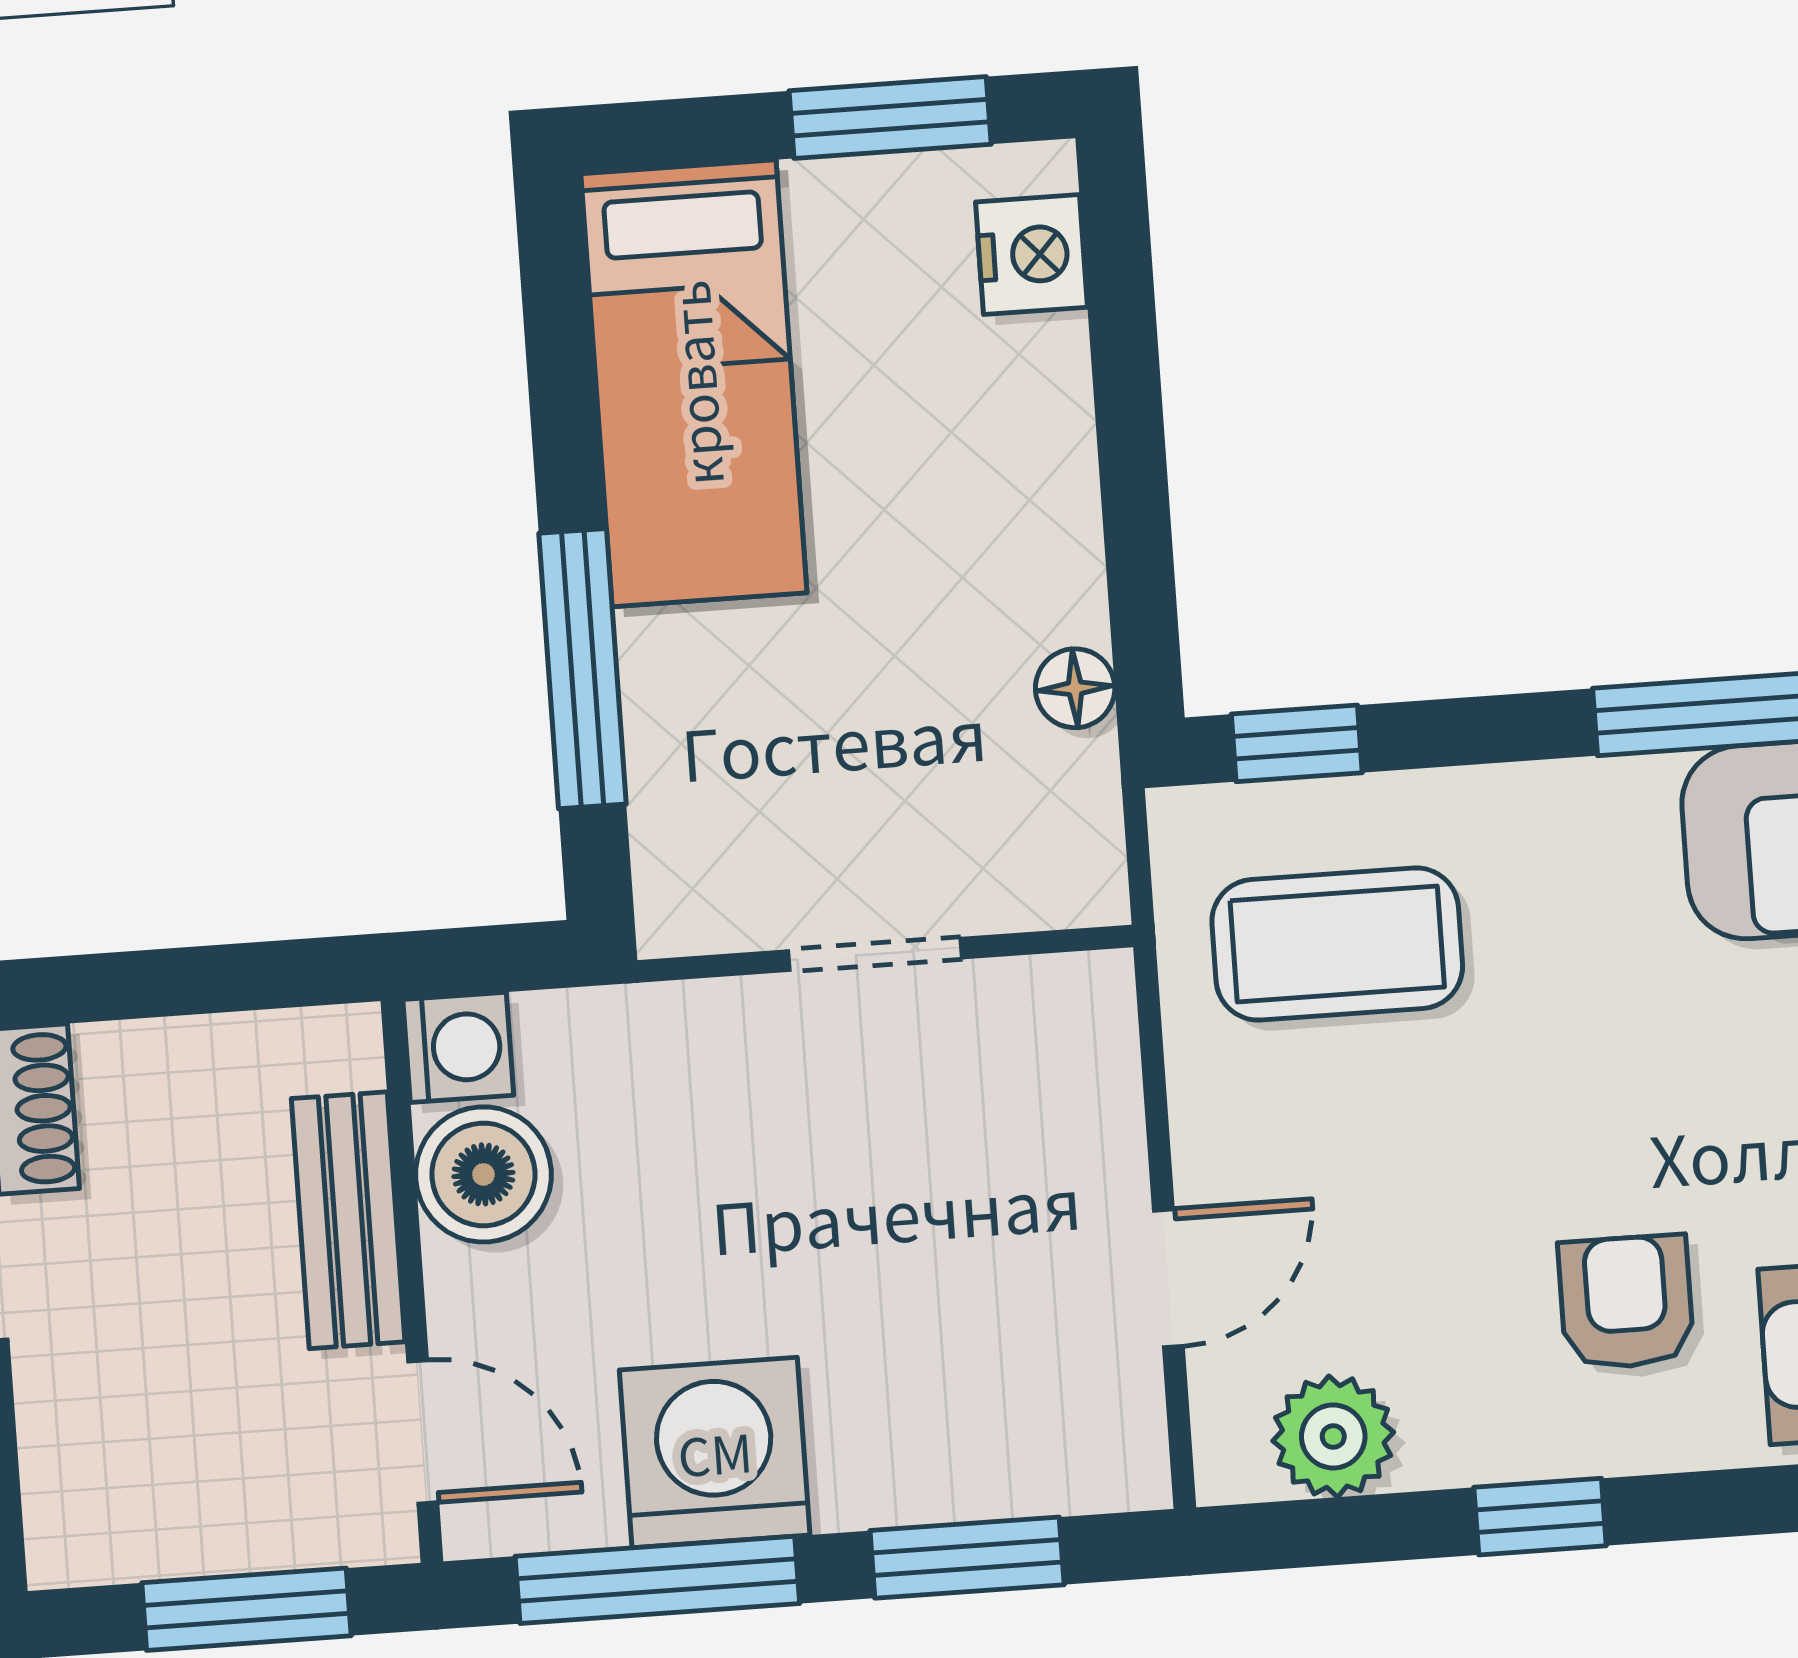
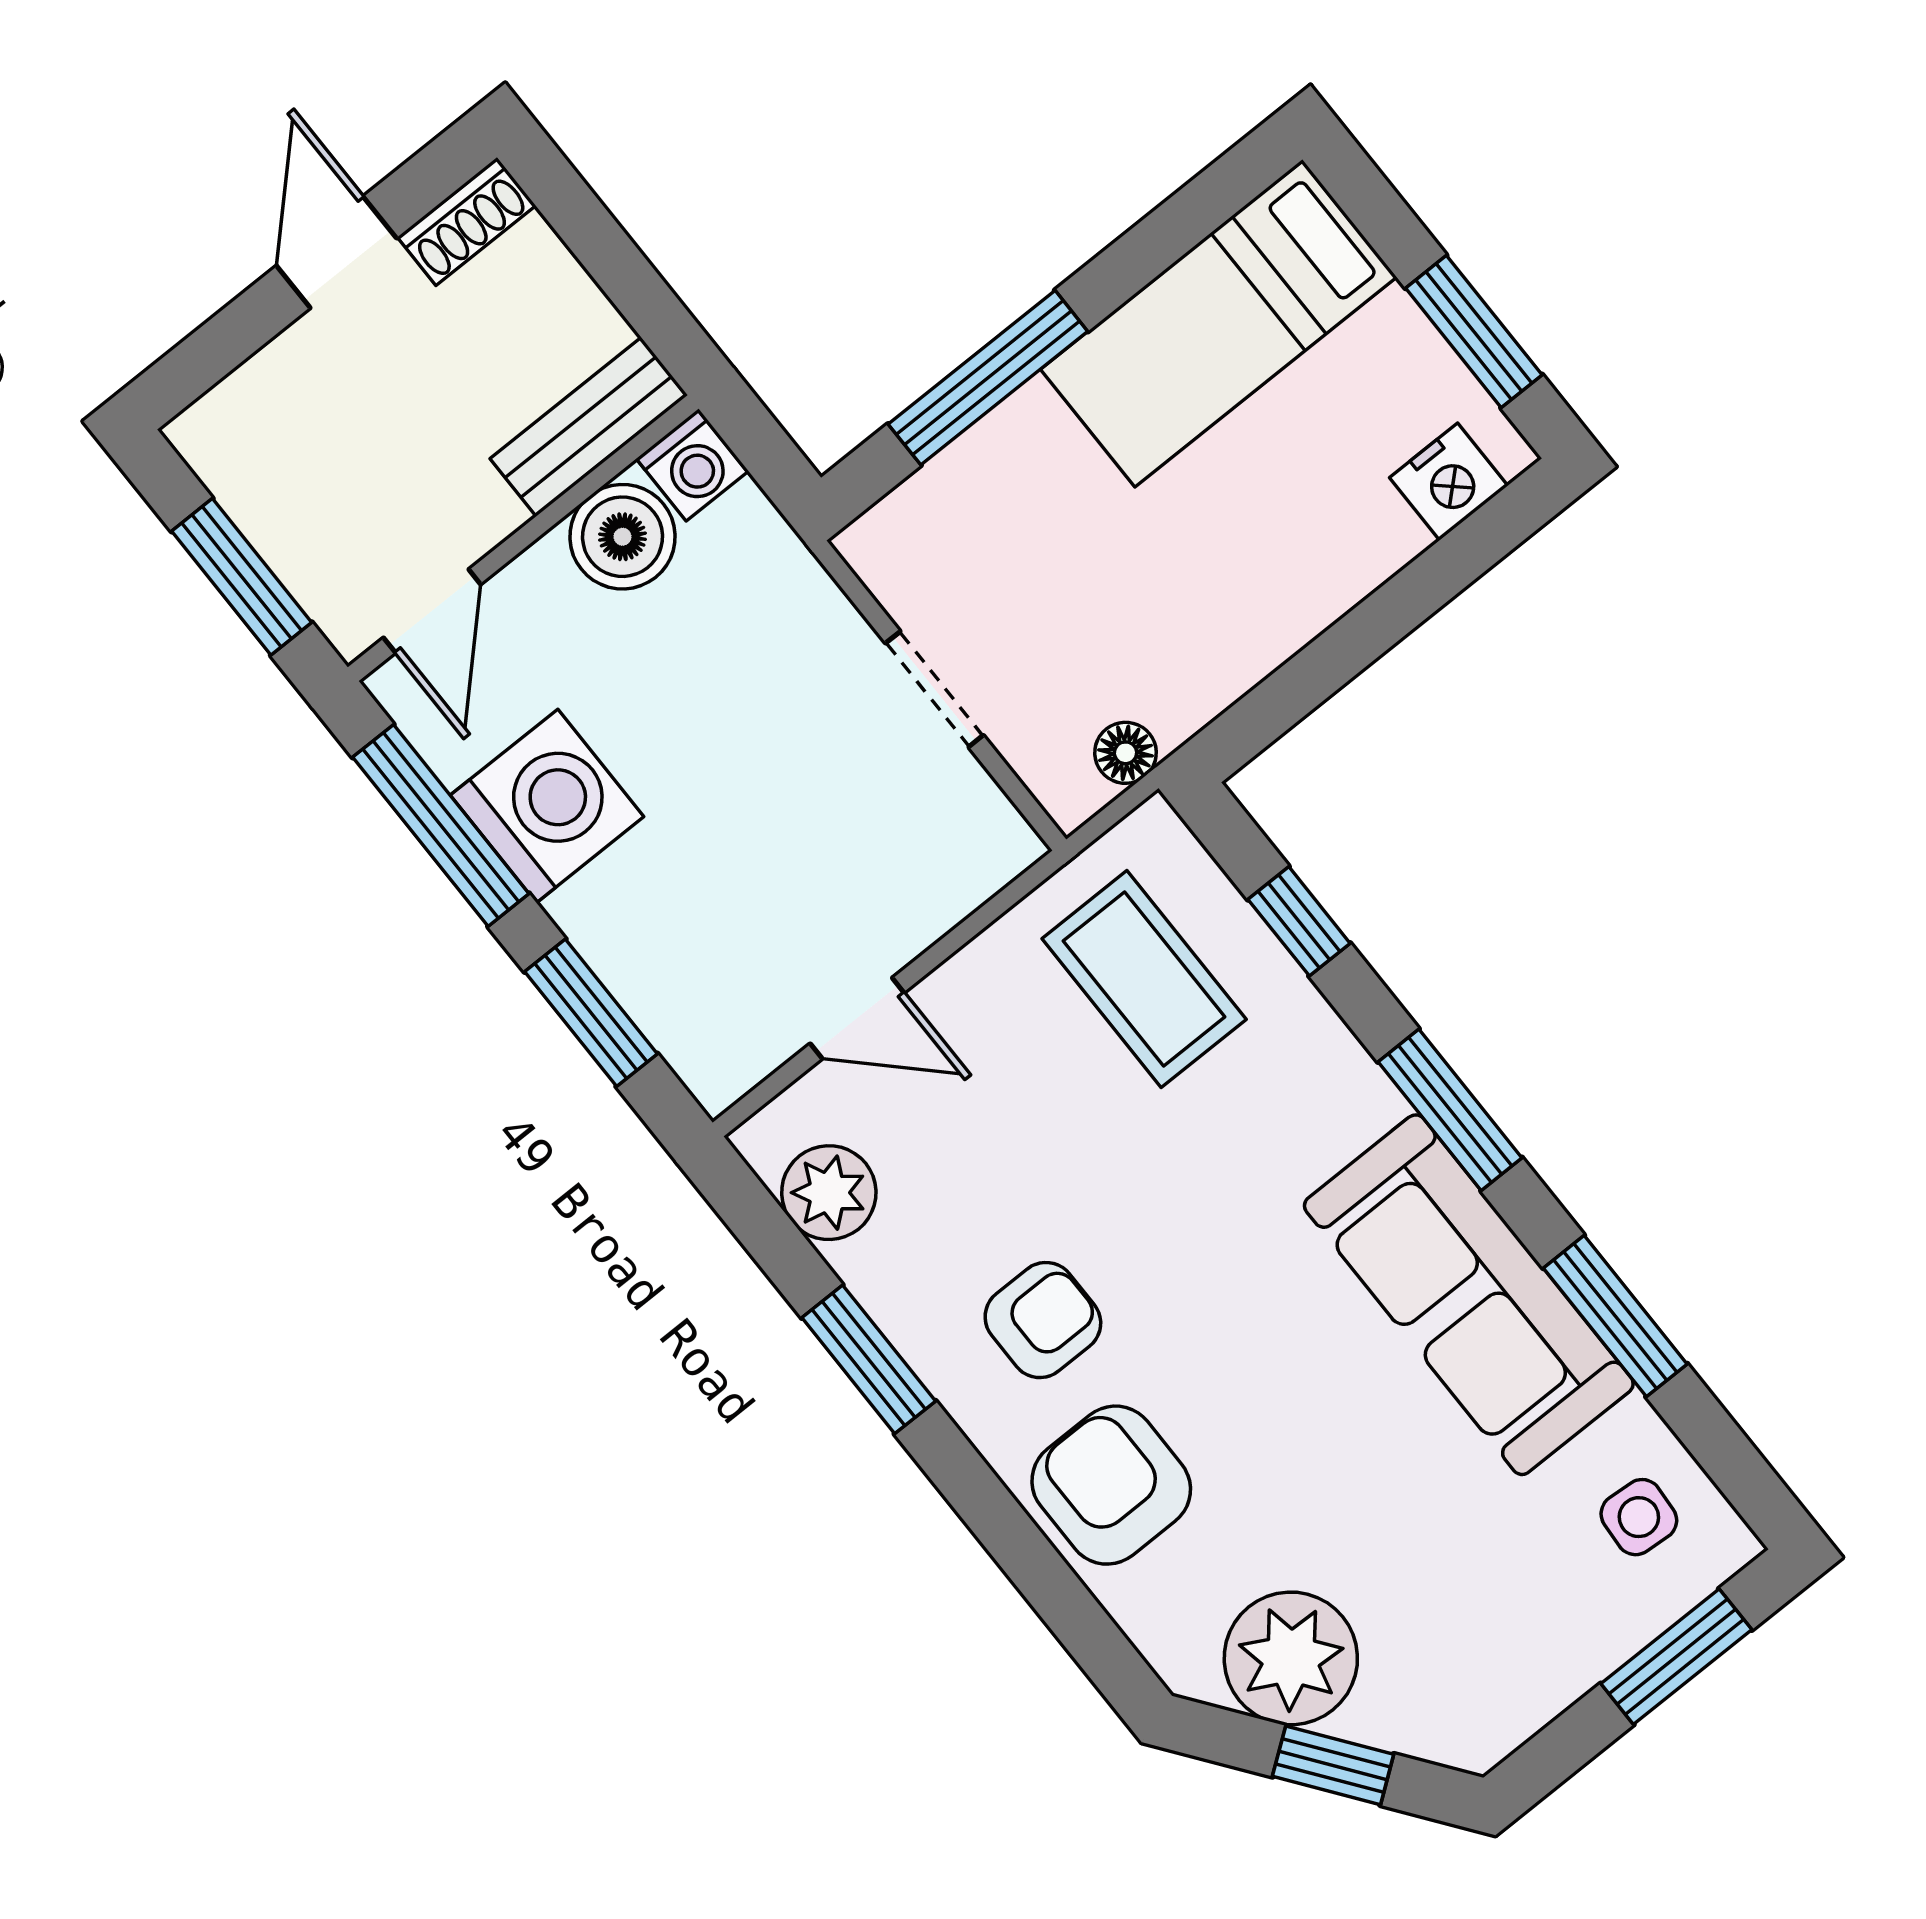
floor lamp: (1075, 688) -> (1126, 753), moved
window: (1297, 743) -> (1299, 921), moved
bench: (348, 1220) -> (589, 427), moved
window: (1540, 1517) -> (869, 1359), width x1.50

